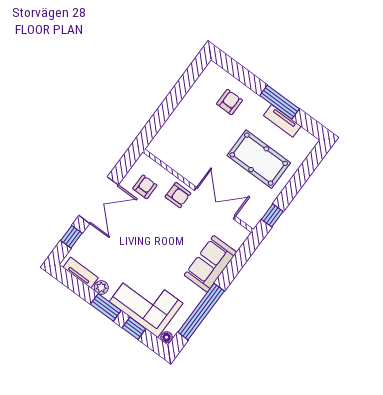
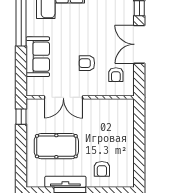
tv unit: (282, 121) -> (65, 182), width x1.41
armchair: (178, 195) -> (87, 63), moved

